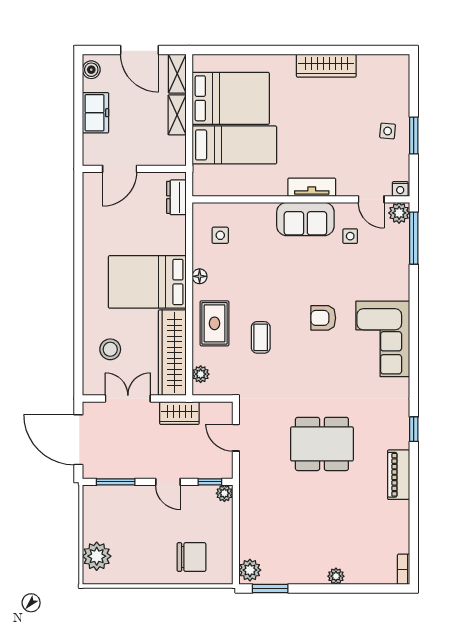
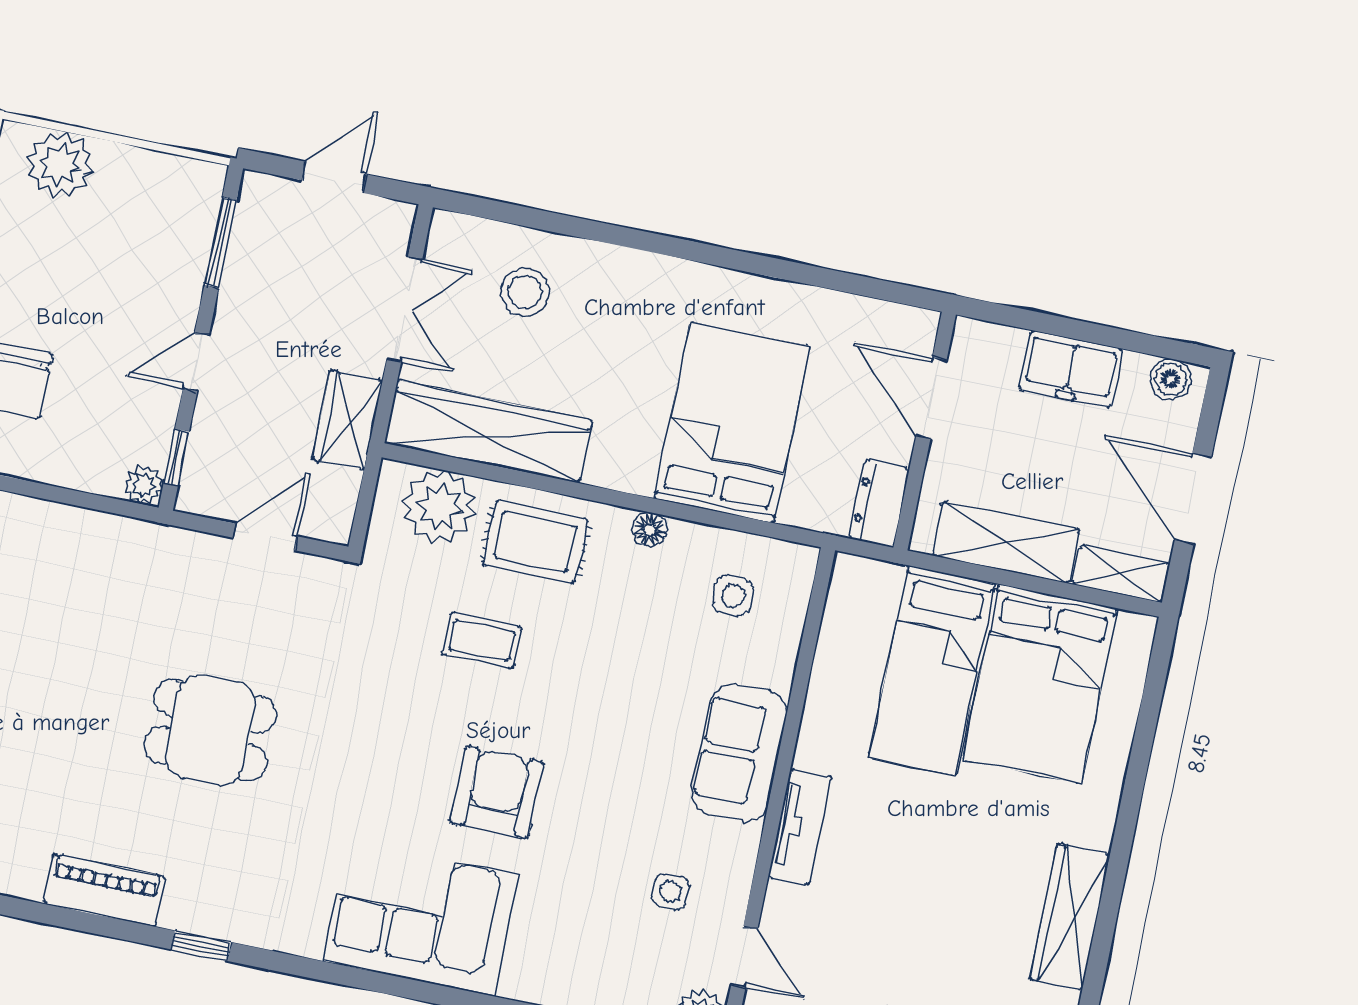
door: (140, 50) -> (1193, 499), hinge flipped
shelving: (177, 115) -> (1006, 542), width x1.50, depth x1.33
dresser: (176, 197) -> (879, 504), moved, turned -90
door: (371, 199) -> (744, 956), swing flipped
sofa: (305, 219) -> (740, 753), moved
bed: (147, 282) -> (732, 422), moved
armchair: (323, 318) -> (497, 792), width x1.38, depth x1.38
plant: (201, 374) -> (439, 507), width x1.87, depth x1.87
door: (78, 440) -> (334, 177), width x0.53
dining table: (322, 444) -> (210, 730), width x0.73

